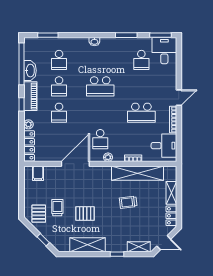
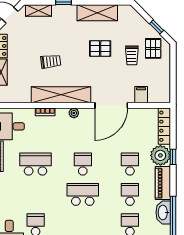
window: (22, 104) -> (173, 157), moved
plant: (28, 124) -> (160, 155), width x1.88, depth x1.88
school desk: (100, 139) -> (83, 164), moved
filing cabinet: (38, 173) -> (141, 95), moved
shelving: (137, 173) -> (61, 95), moved
window: (43, 240) -> (157, 27), moved

